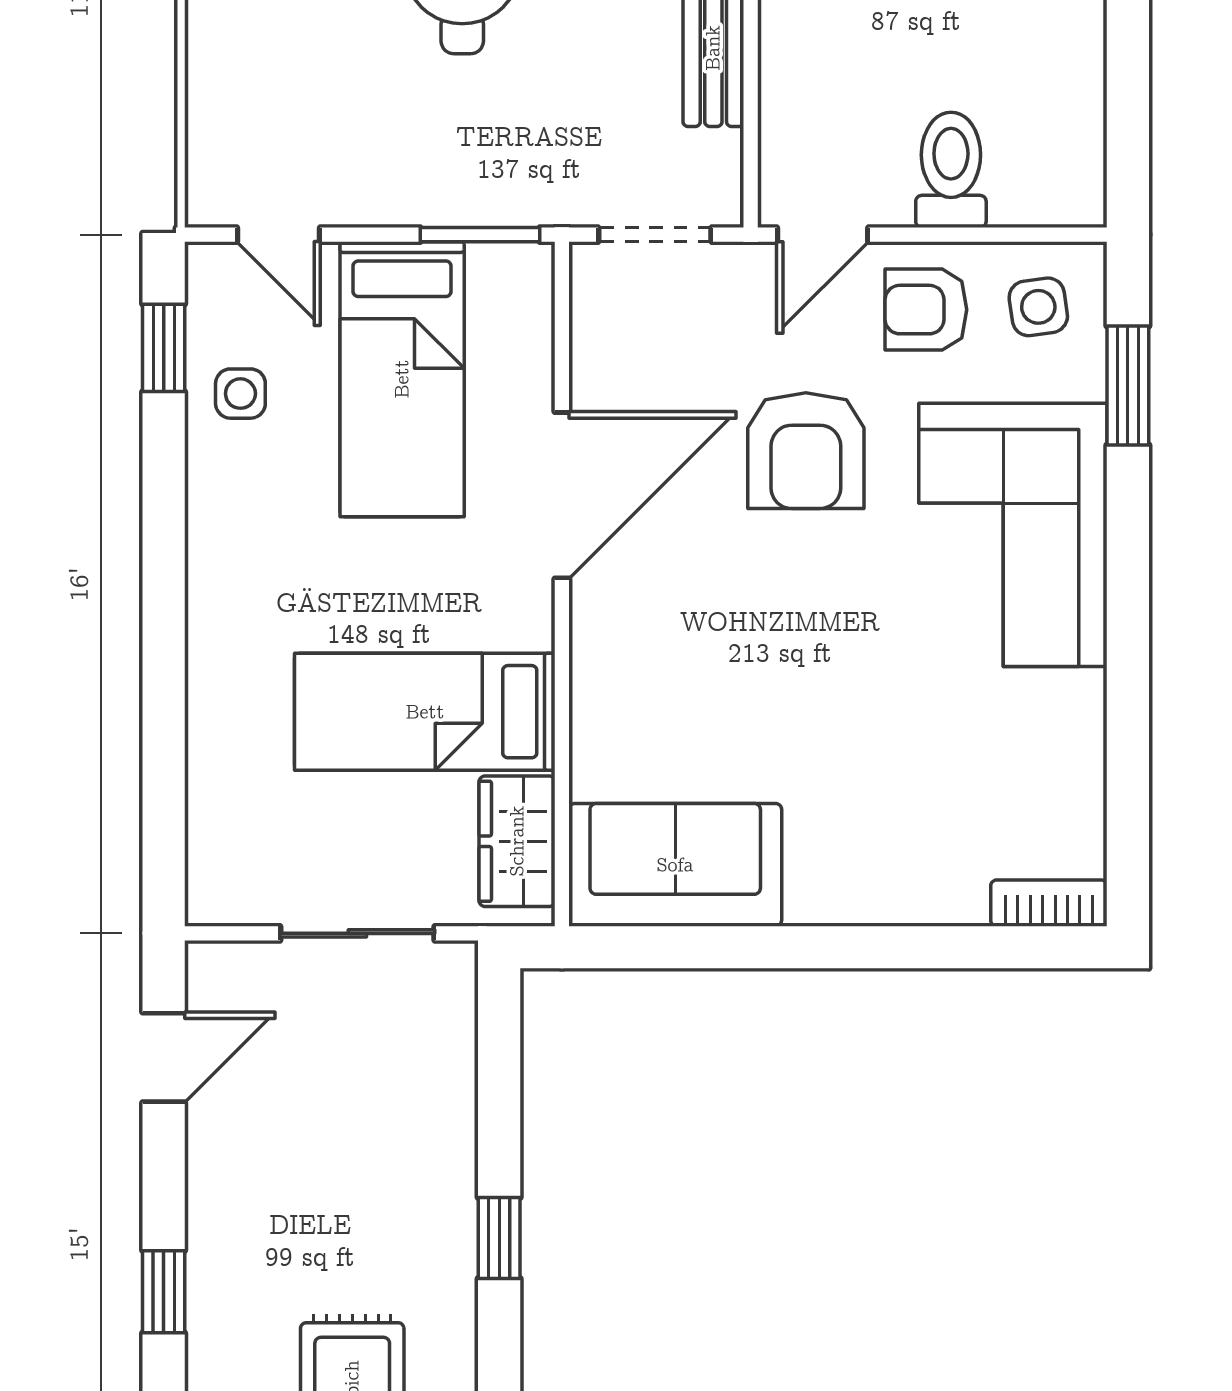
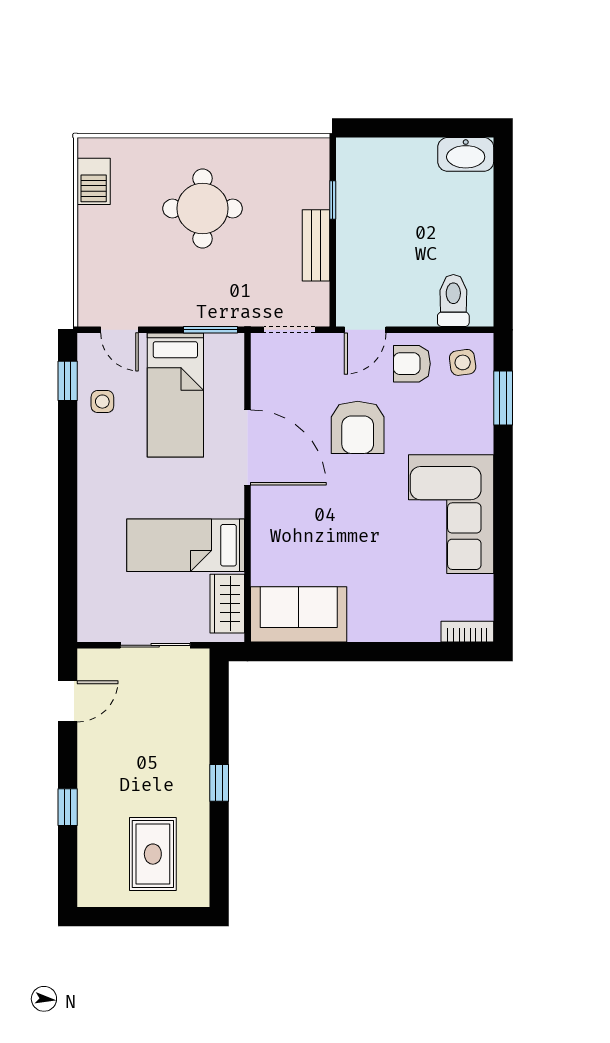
toilet: (951, 170) -> (453, 301), moved
door: (562, 495) -> (248, 448), hinge flipped
corner sofa: (1013, 535) -> (451, 514), moved

